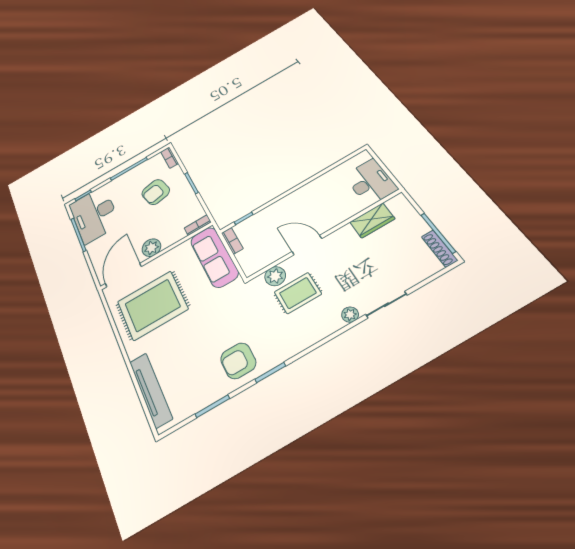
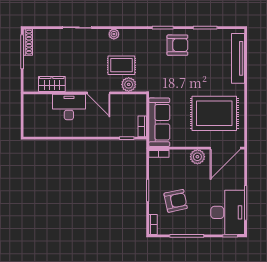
desk: (371, 182) -> (69, 107), moved, turned 90
plant: (350, 315) -> (114, 34), moved

